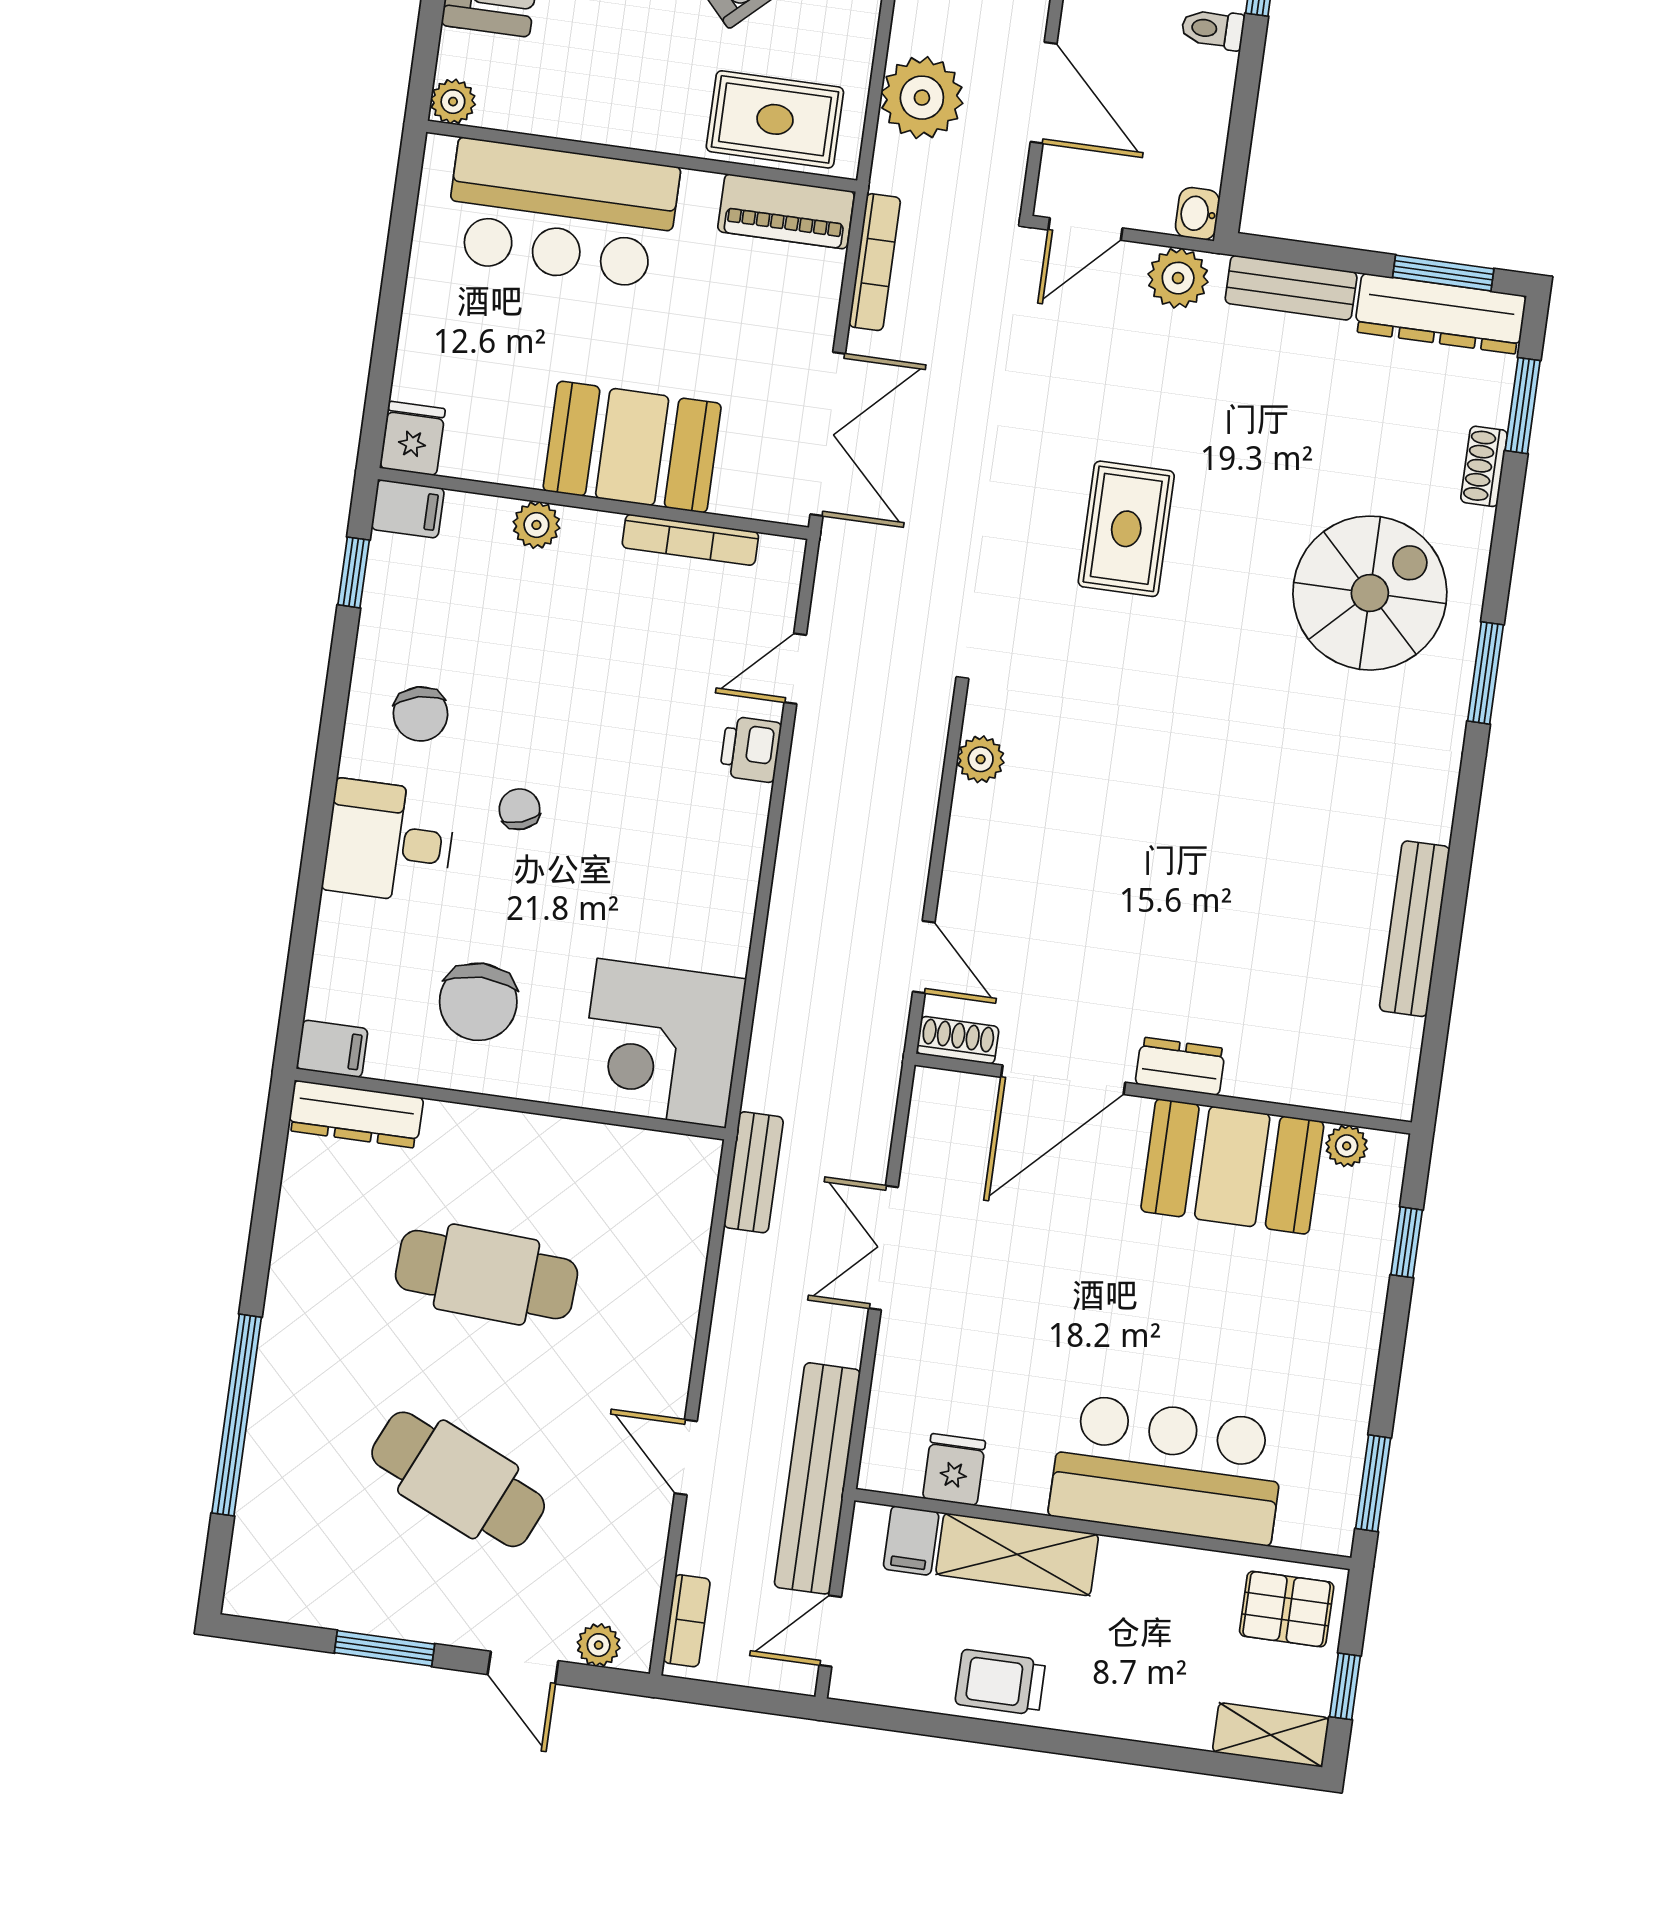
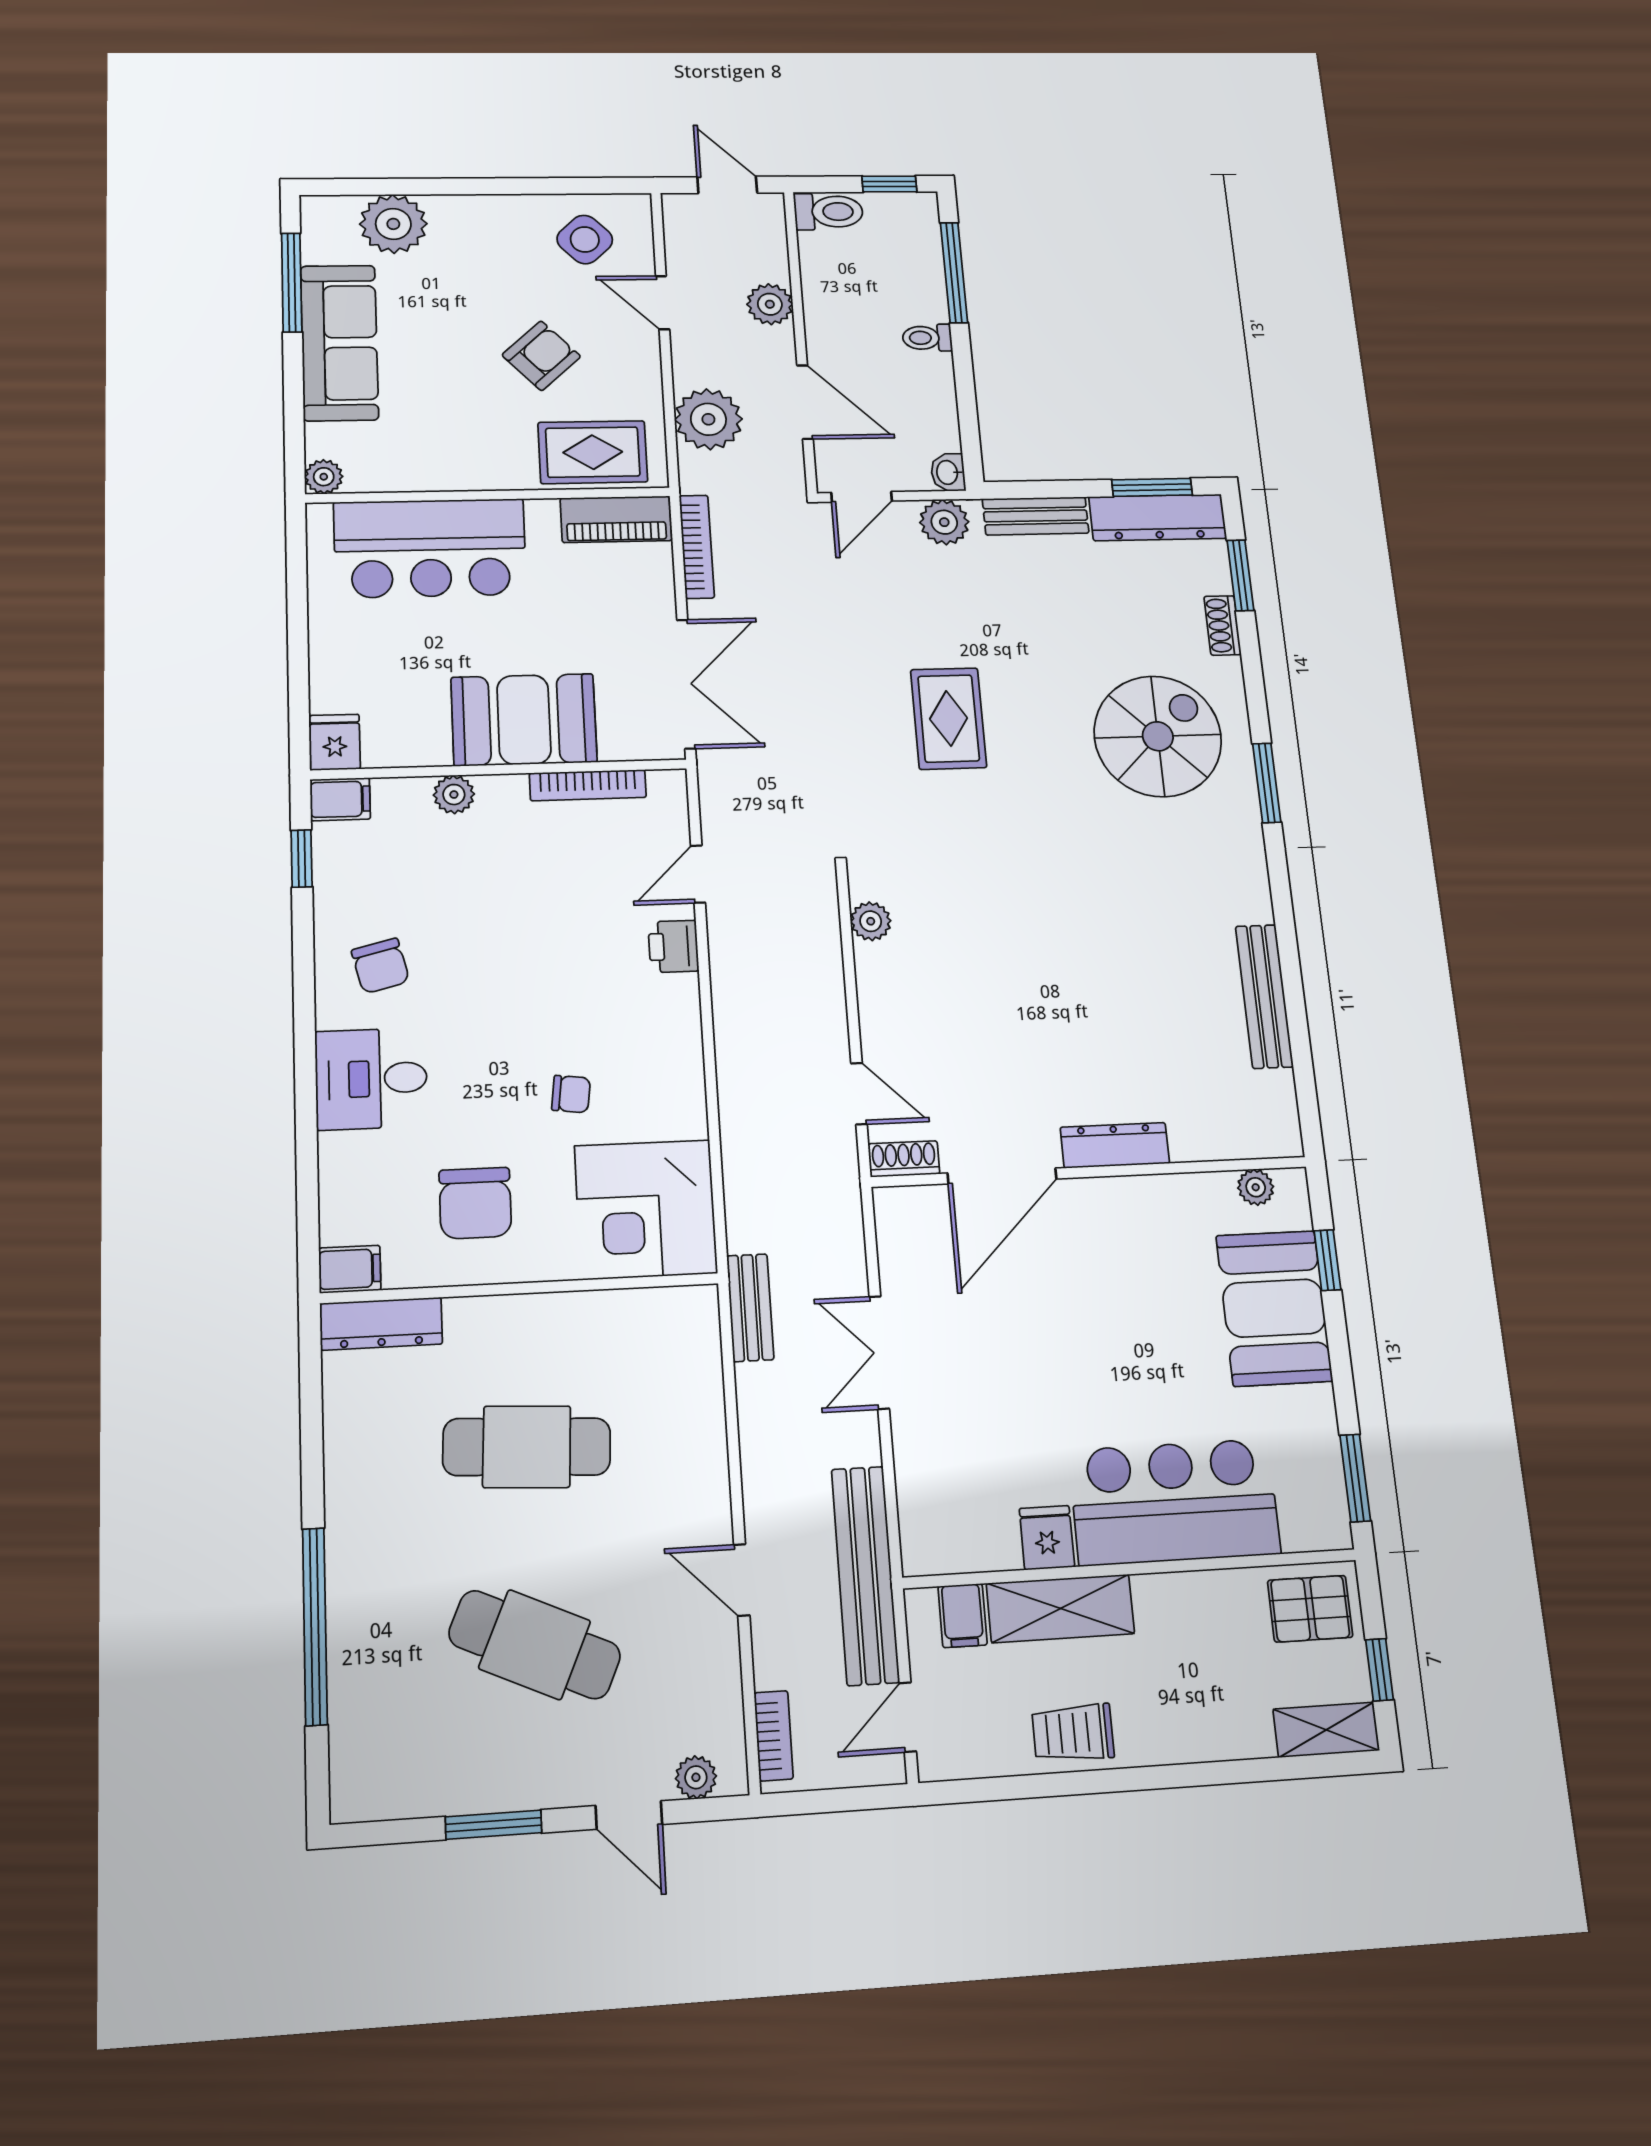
chair: (520, 809) -> (571, 1094), moved, turned 116
dresser: (1180, 1066) -> (1115, 1145), width x1.44
booth: (1232, 1166) -> (1274, 1308), moved, turned 90
fridge: (954, 1470) -> (1047, 1538), moved

